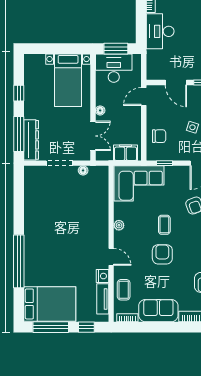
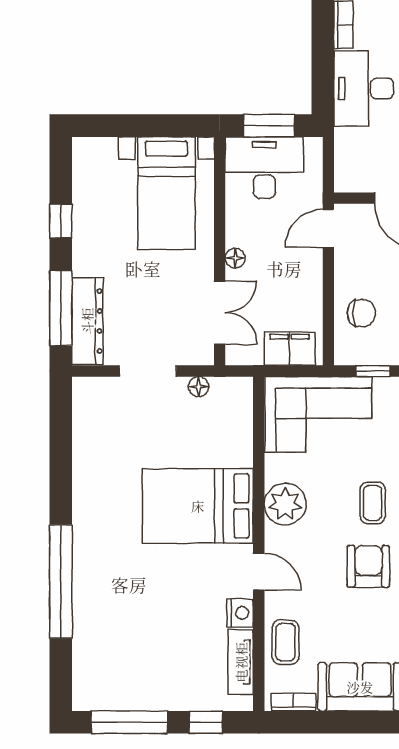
plant: (119, 225) -> (285, 504), width x1.87, depth x1.87
bed: (50, 304) -> (198, 506), moved, turned 180

